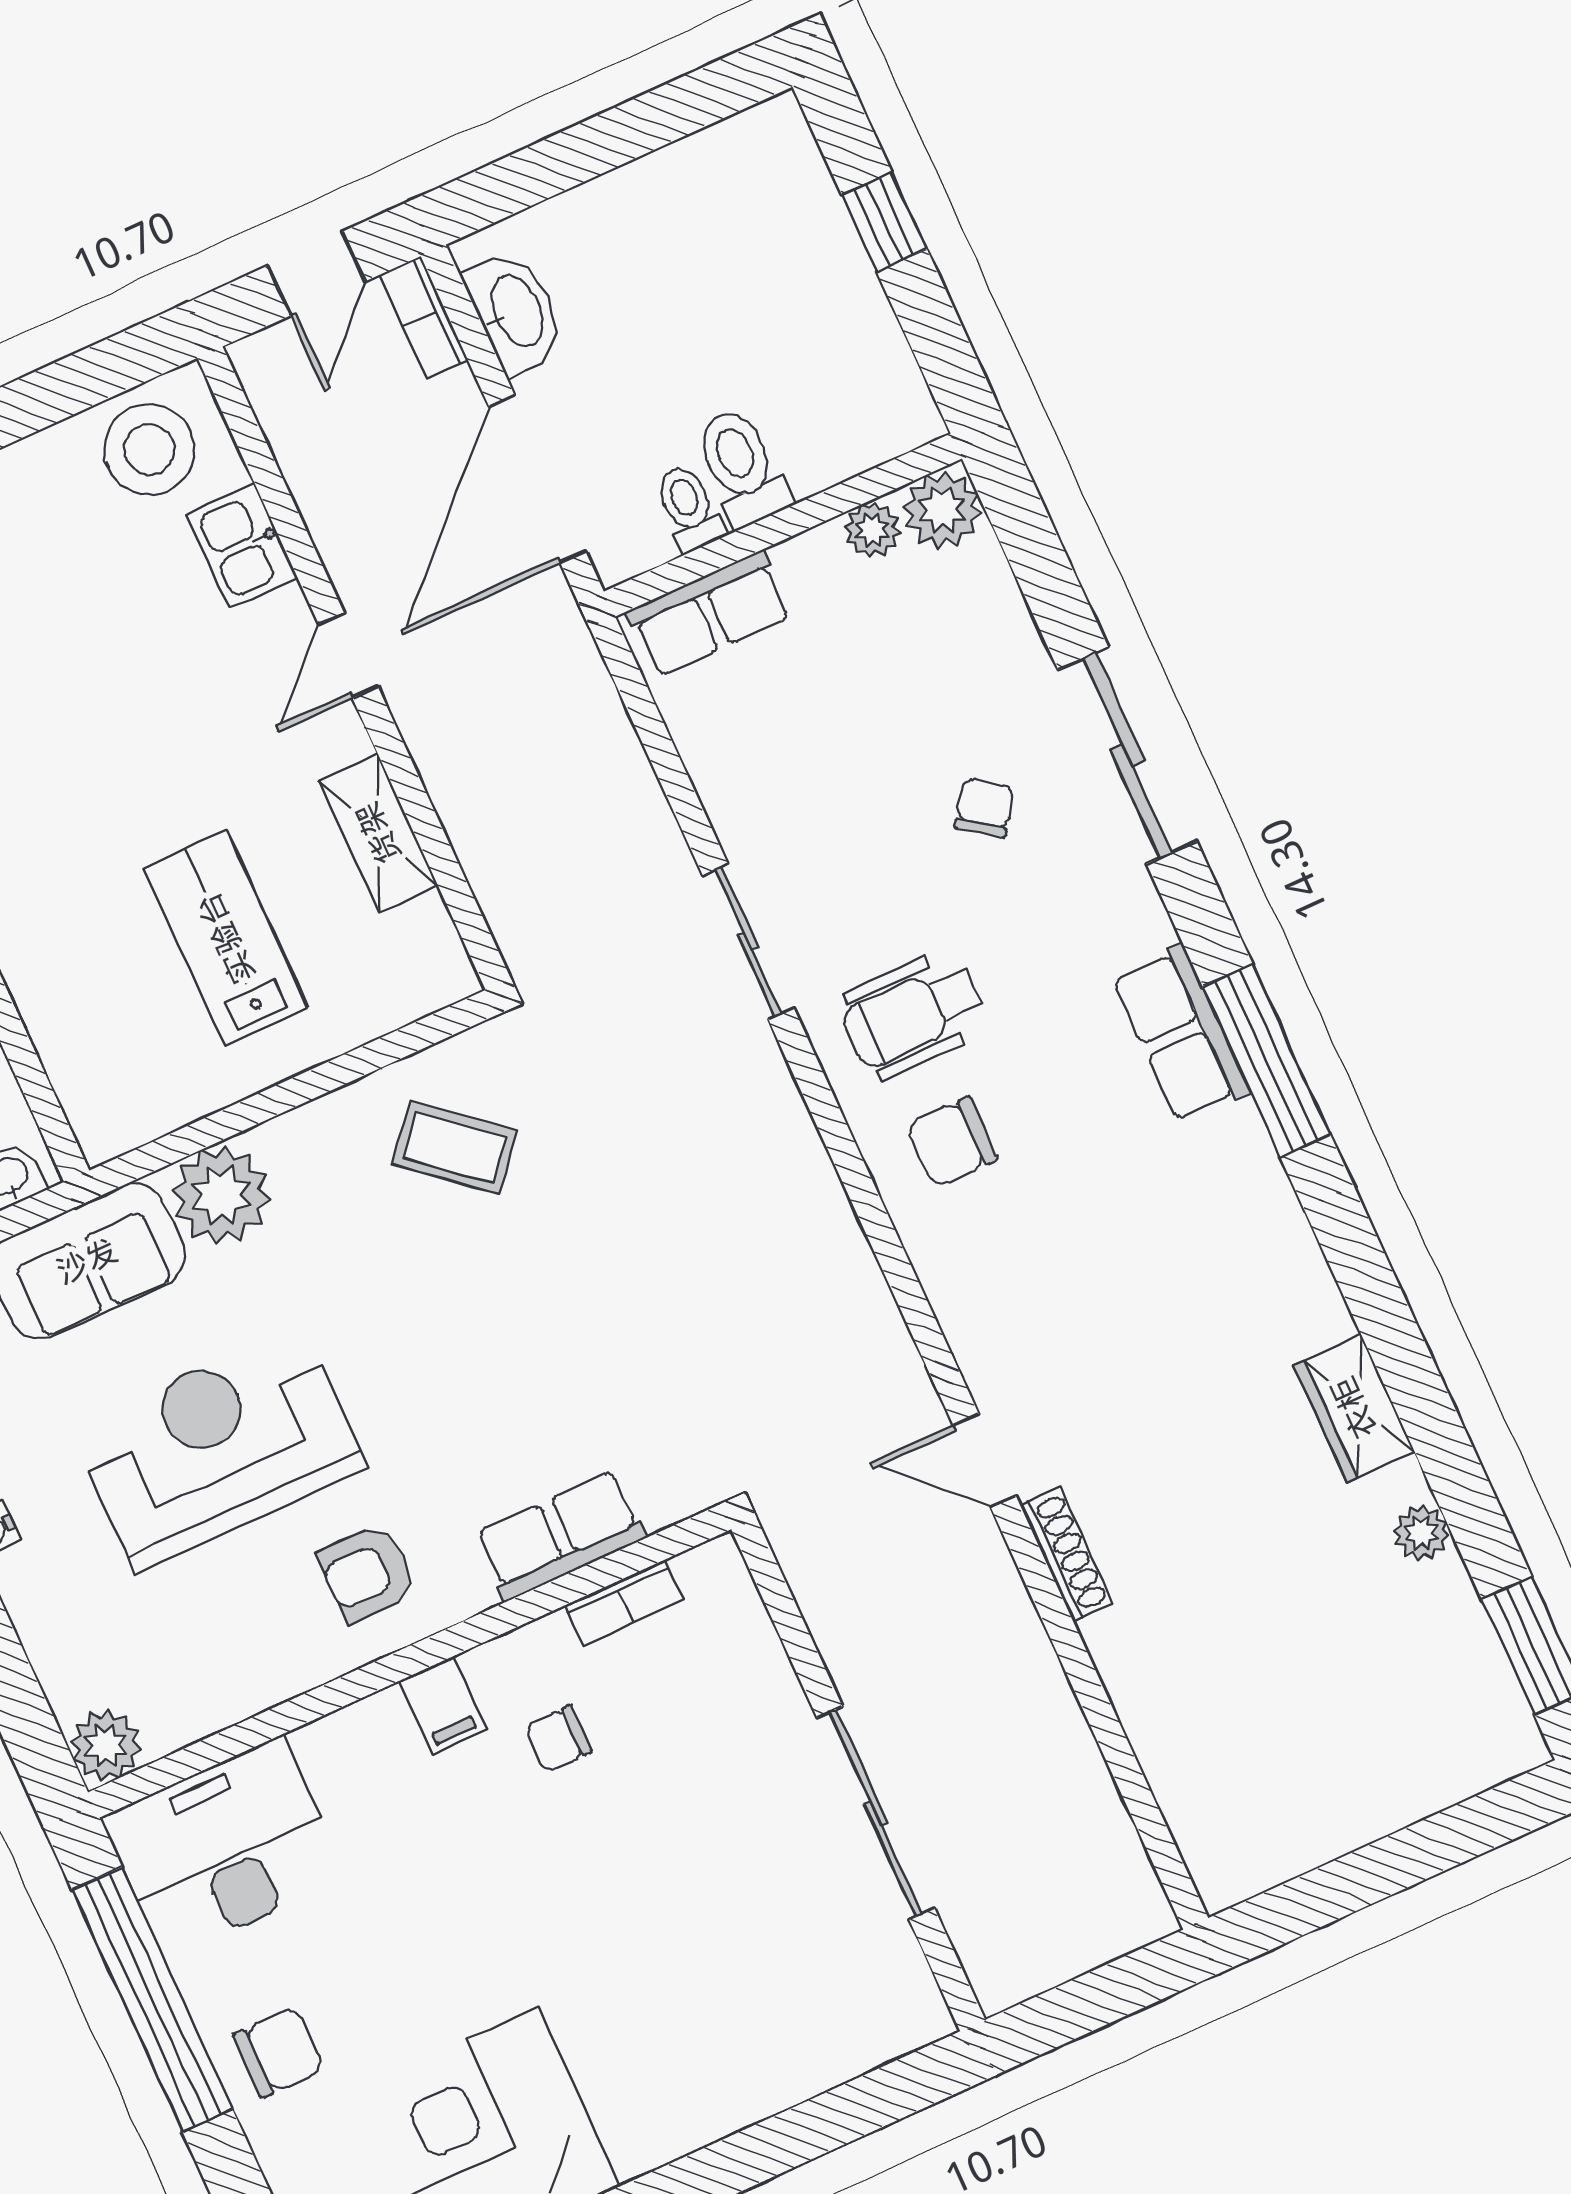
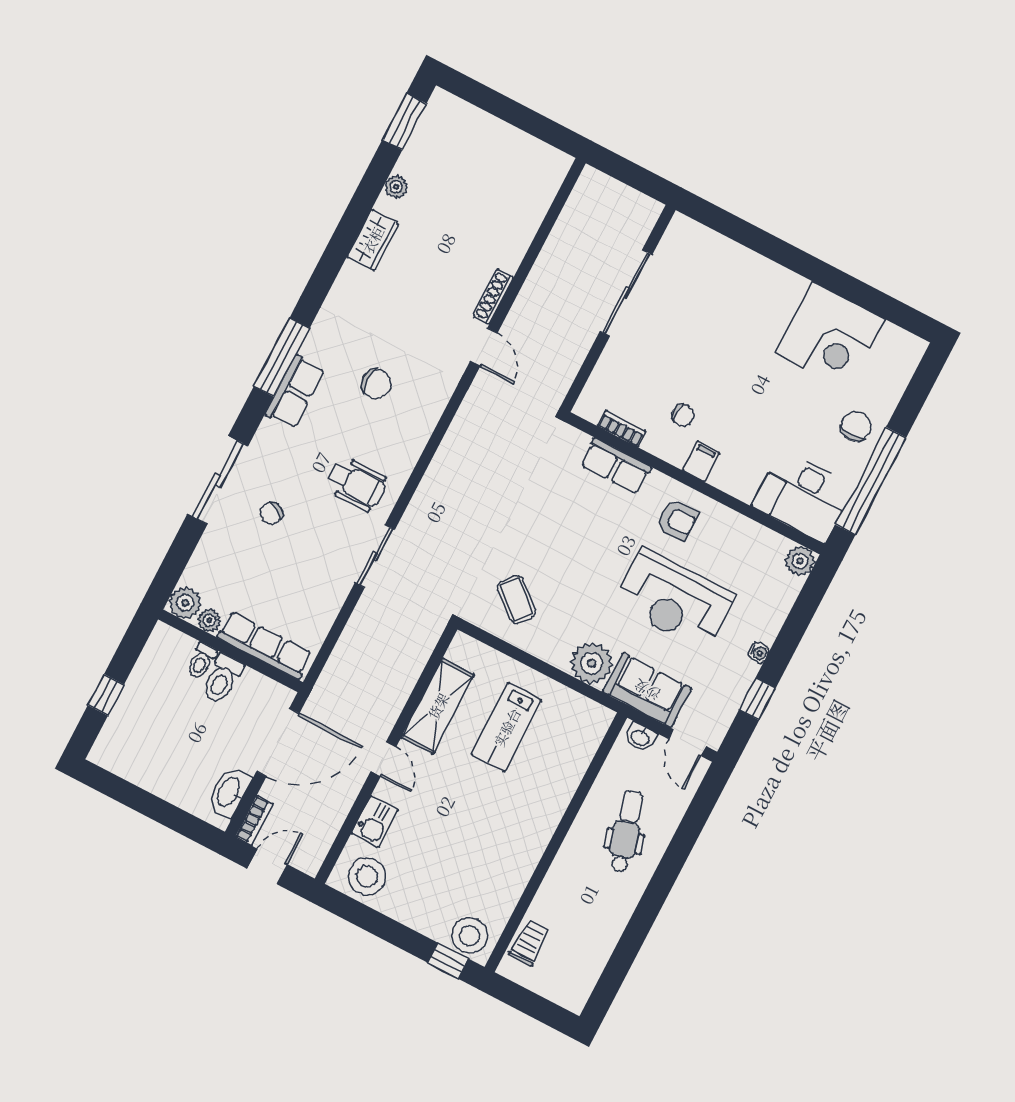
toilet: (689, 508) -> (201, 661), moved
row of seats: (709, 614) -> (265, 645), width x1.48
door: (348, 655) -> (383, 759), hinge flipped
shelving: (378, 833) -> (438, 706), width x1.50, depth x1.33
chair: (952, 1142) -> (376, 384), moved
chair: (279, 2052) -> (856, 427), turned 90

